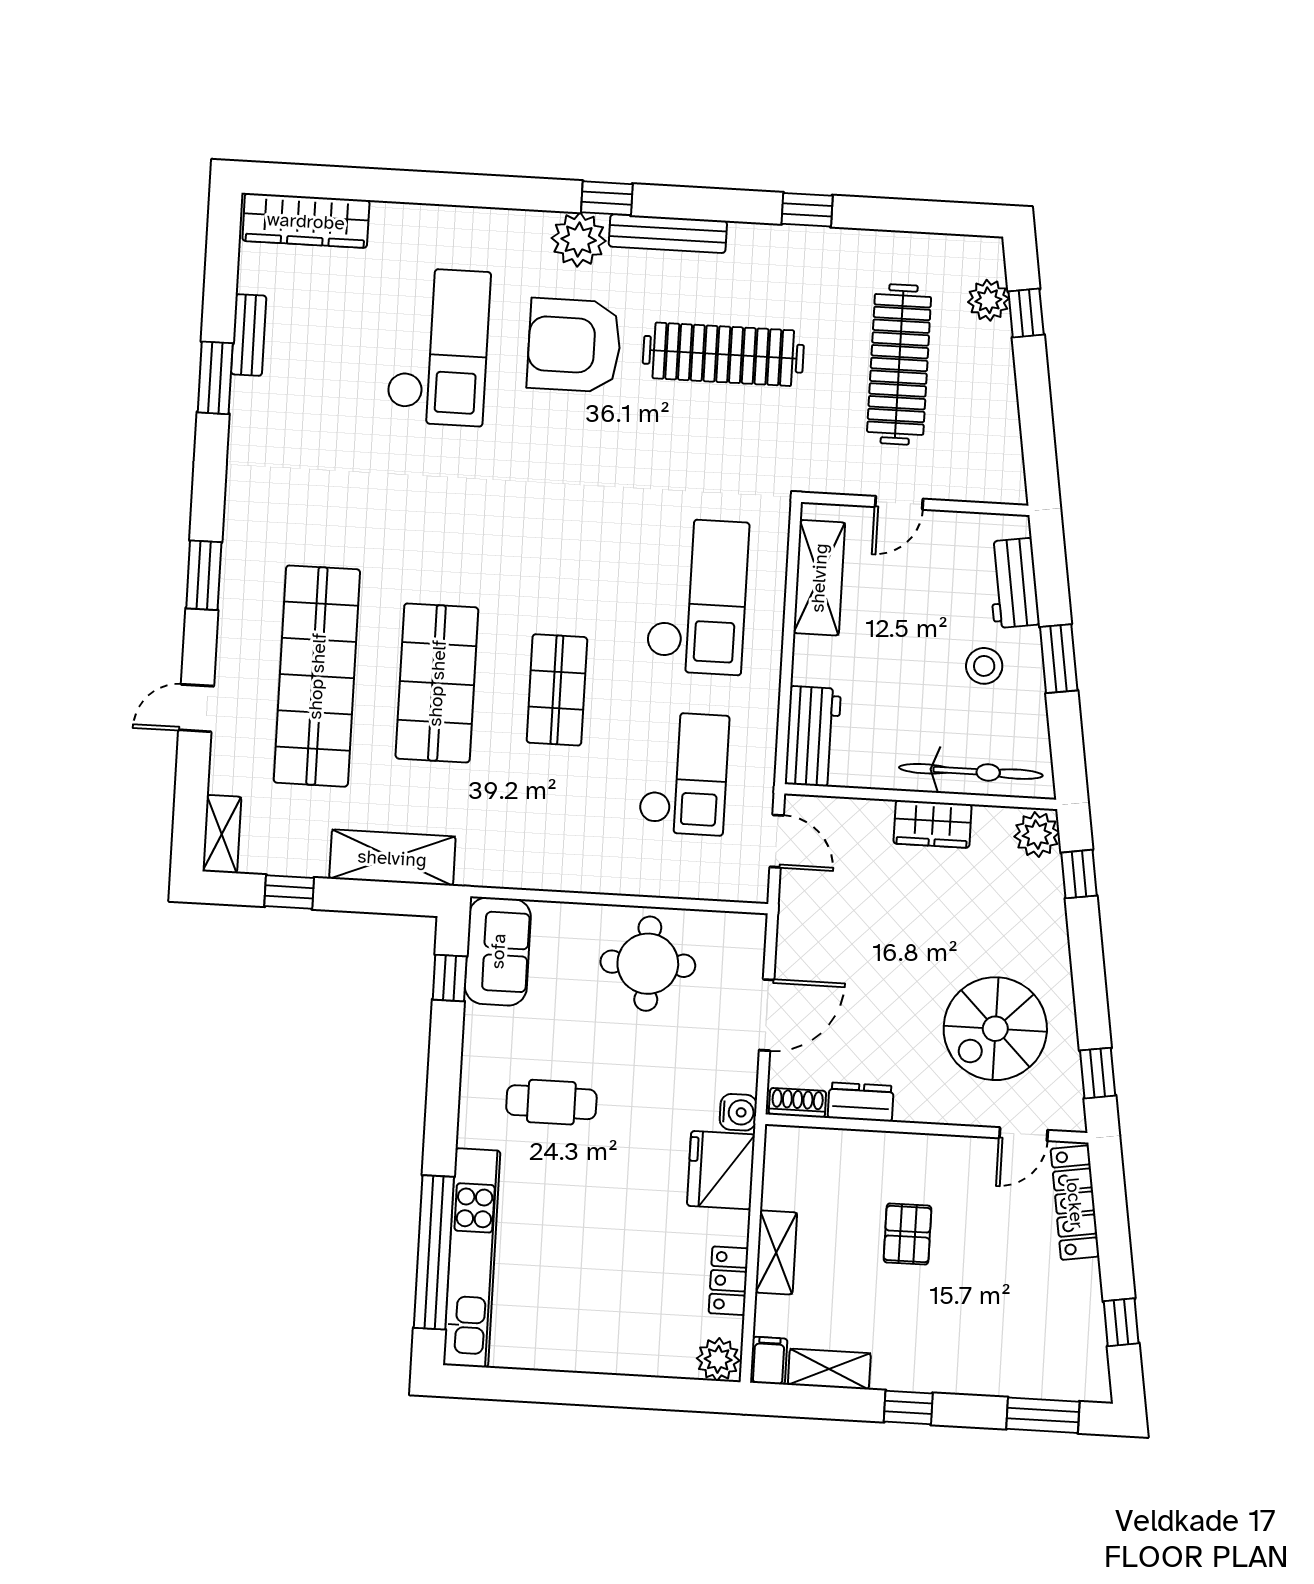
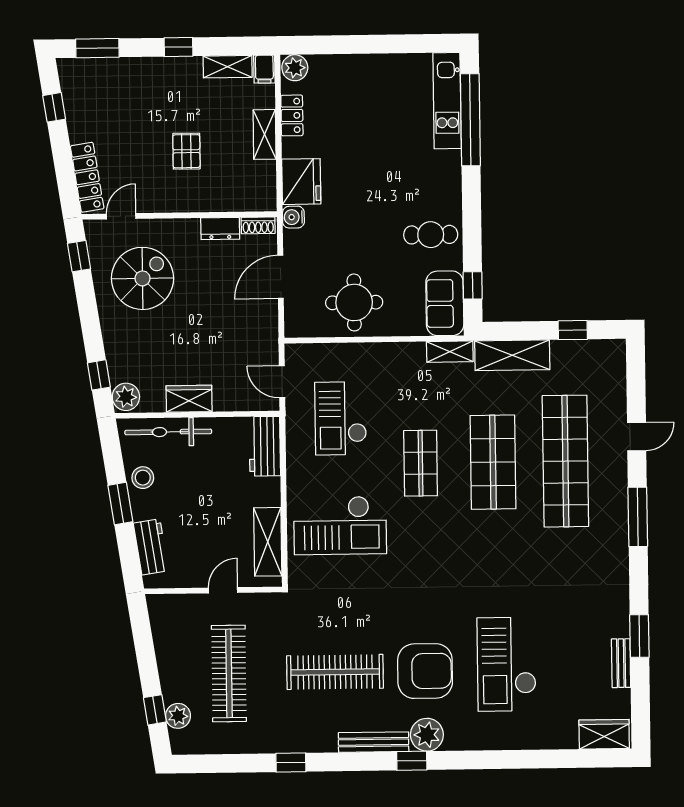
wardrobe: (306, 221) -> (604, 734), width x0.67
window: (204, 575) -> (638, 517), width x1.44
checkout: (697, 596) -> (340, 525), turned -90
stool: (984, 666) -> (143, 478), moved
shelving: (222, 834) -> (450, 352), moved, turned 90
cafe table: (551, 1102) -> (431, 235), moved
kitchen unit: (472, 1258) -> (447, 101), width x0.73

